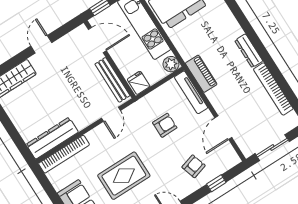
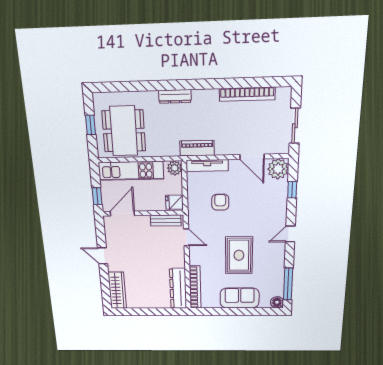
dresser: (249, 51) -> (175, 96), moved
bench: (112, 80) -> (166, 220), width x0.73
plant: (227, 158) -> (278, 169), added
armchair: (194, 166) -> (267, 199), removed

